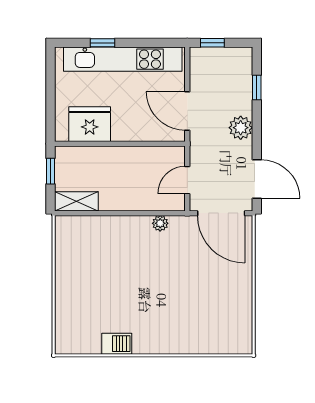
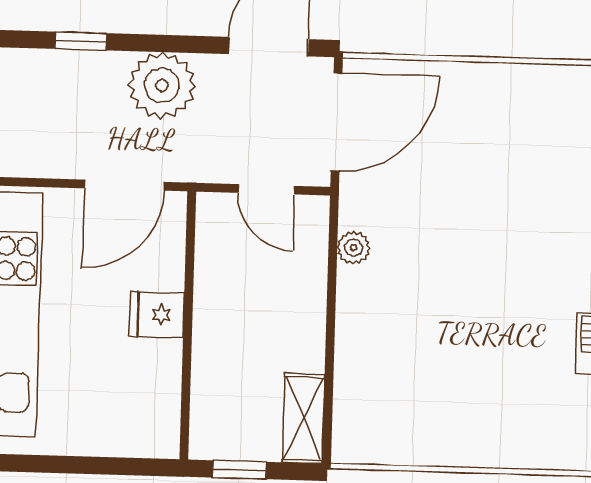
fridge: (90, 124) -> (157, 315), moved, width x0.53, depth x0.75
plant: (241, 128) -> (162, 85), width x1.36, depth x1.36

